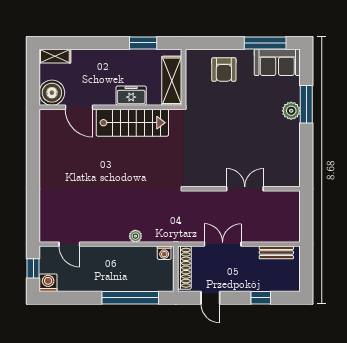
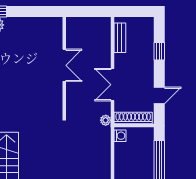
double door: (245, 189) -> (64, 65), swing flipped
plant: (135, 236) -> (106, 120), moved

